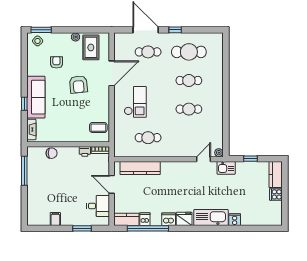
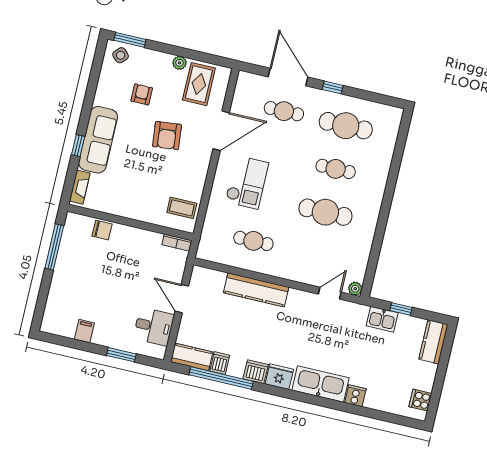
cafe table: (189, 109) -> (325, 212), width x1.37, depth x1.35
printer: (85, 151) -> (153, 239), removed
kitchen counter: (140, 168) -> (256, 290), moved
kitchen sink: (226, 168) -> (382, 319), moved
cooker: (276, 194) -> (420, 400), moved

